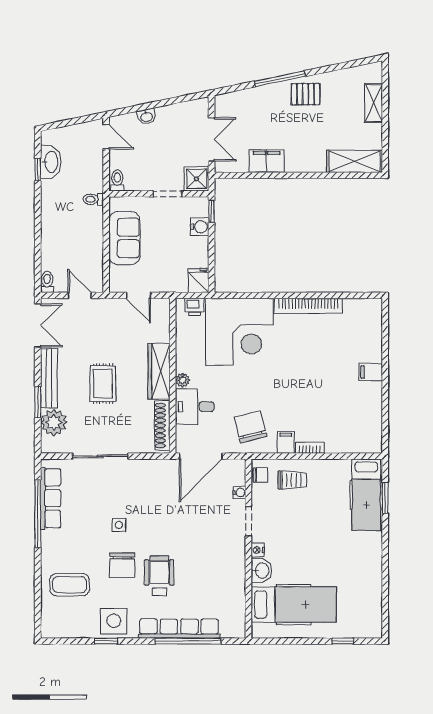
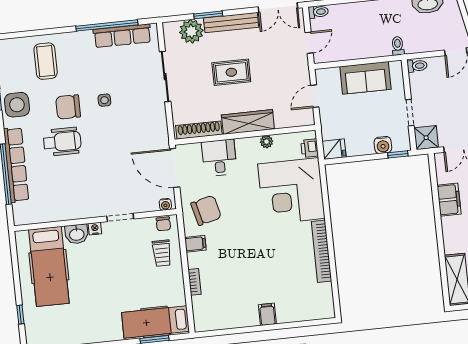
plant: (183, 380) -> (266, 142), moved
bookcase: (310, 448) -> (194, 282), moved
water cooler: (239, 493) -> (165, 204), moved

